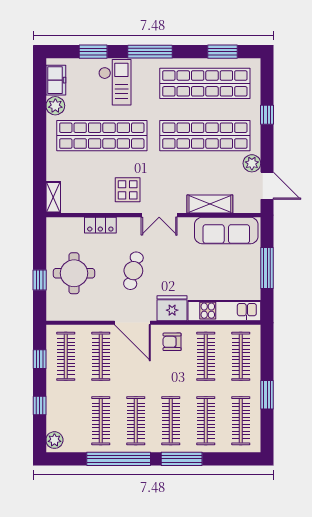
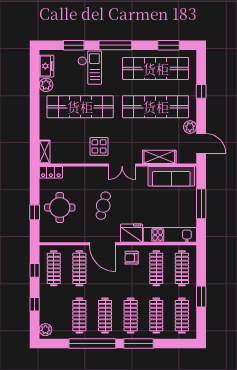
locker: (100, 225) -> (51, 172), moved

